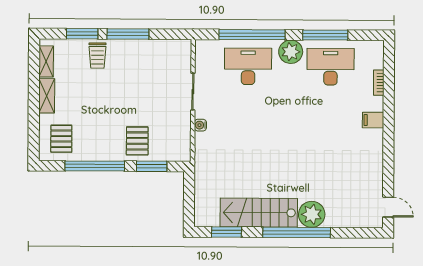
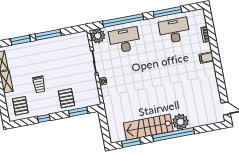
plant: (291, 52) -> (98, 36), moved
trolley: (97, 56) -> (39, 84), moved
window: (95, 166) -> (44, 118), width x0.32

